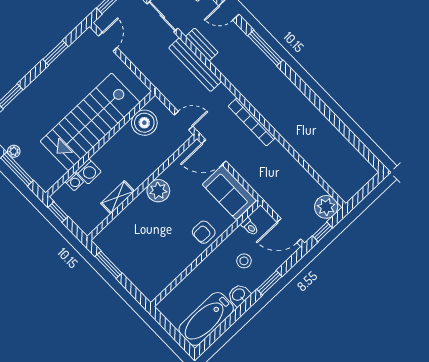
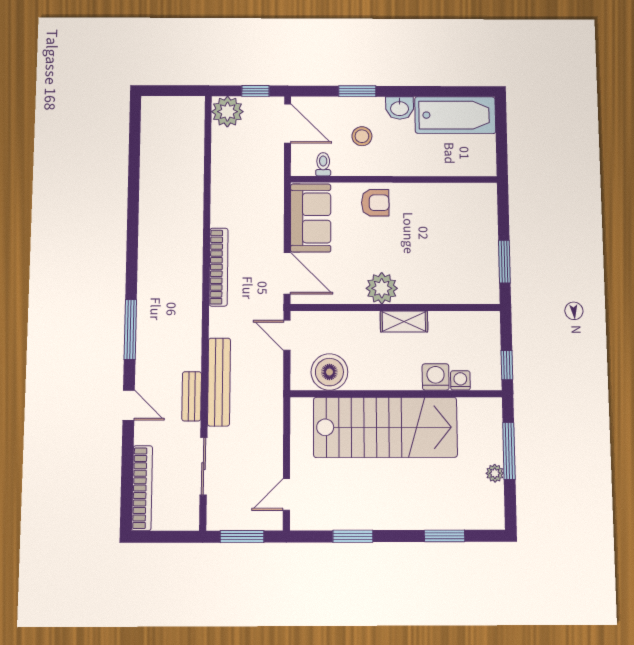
shelving: (118, 197) -> (404, 321), moved

